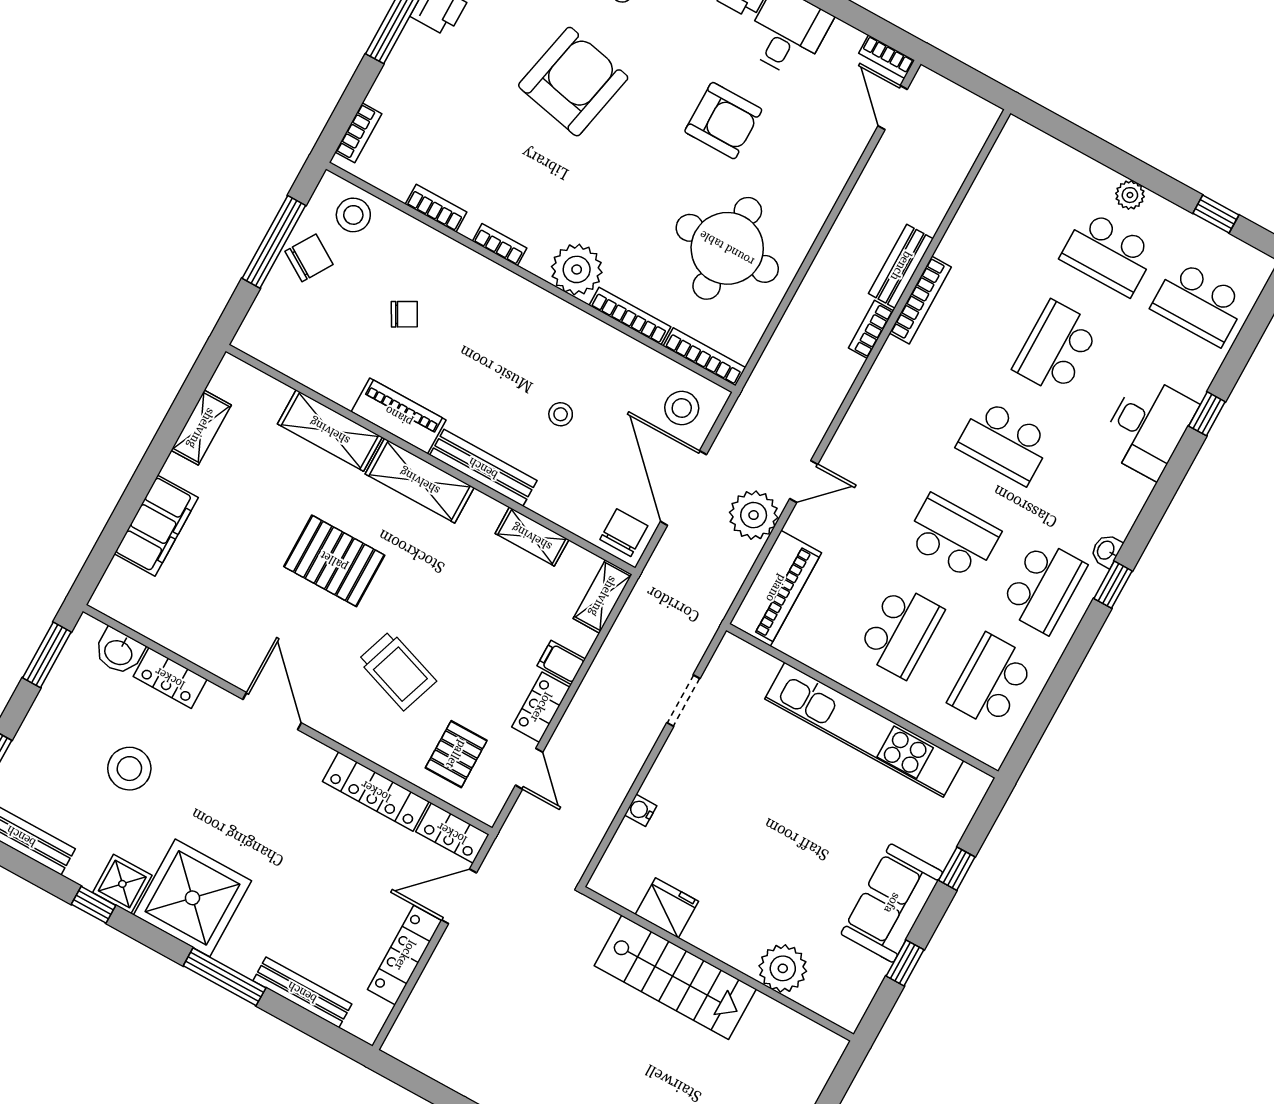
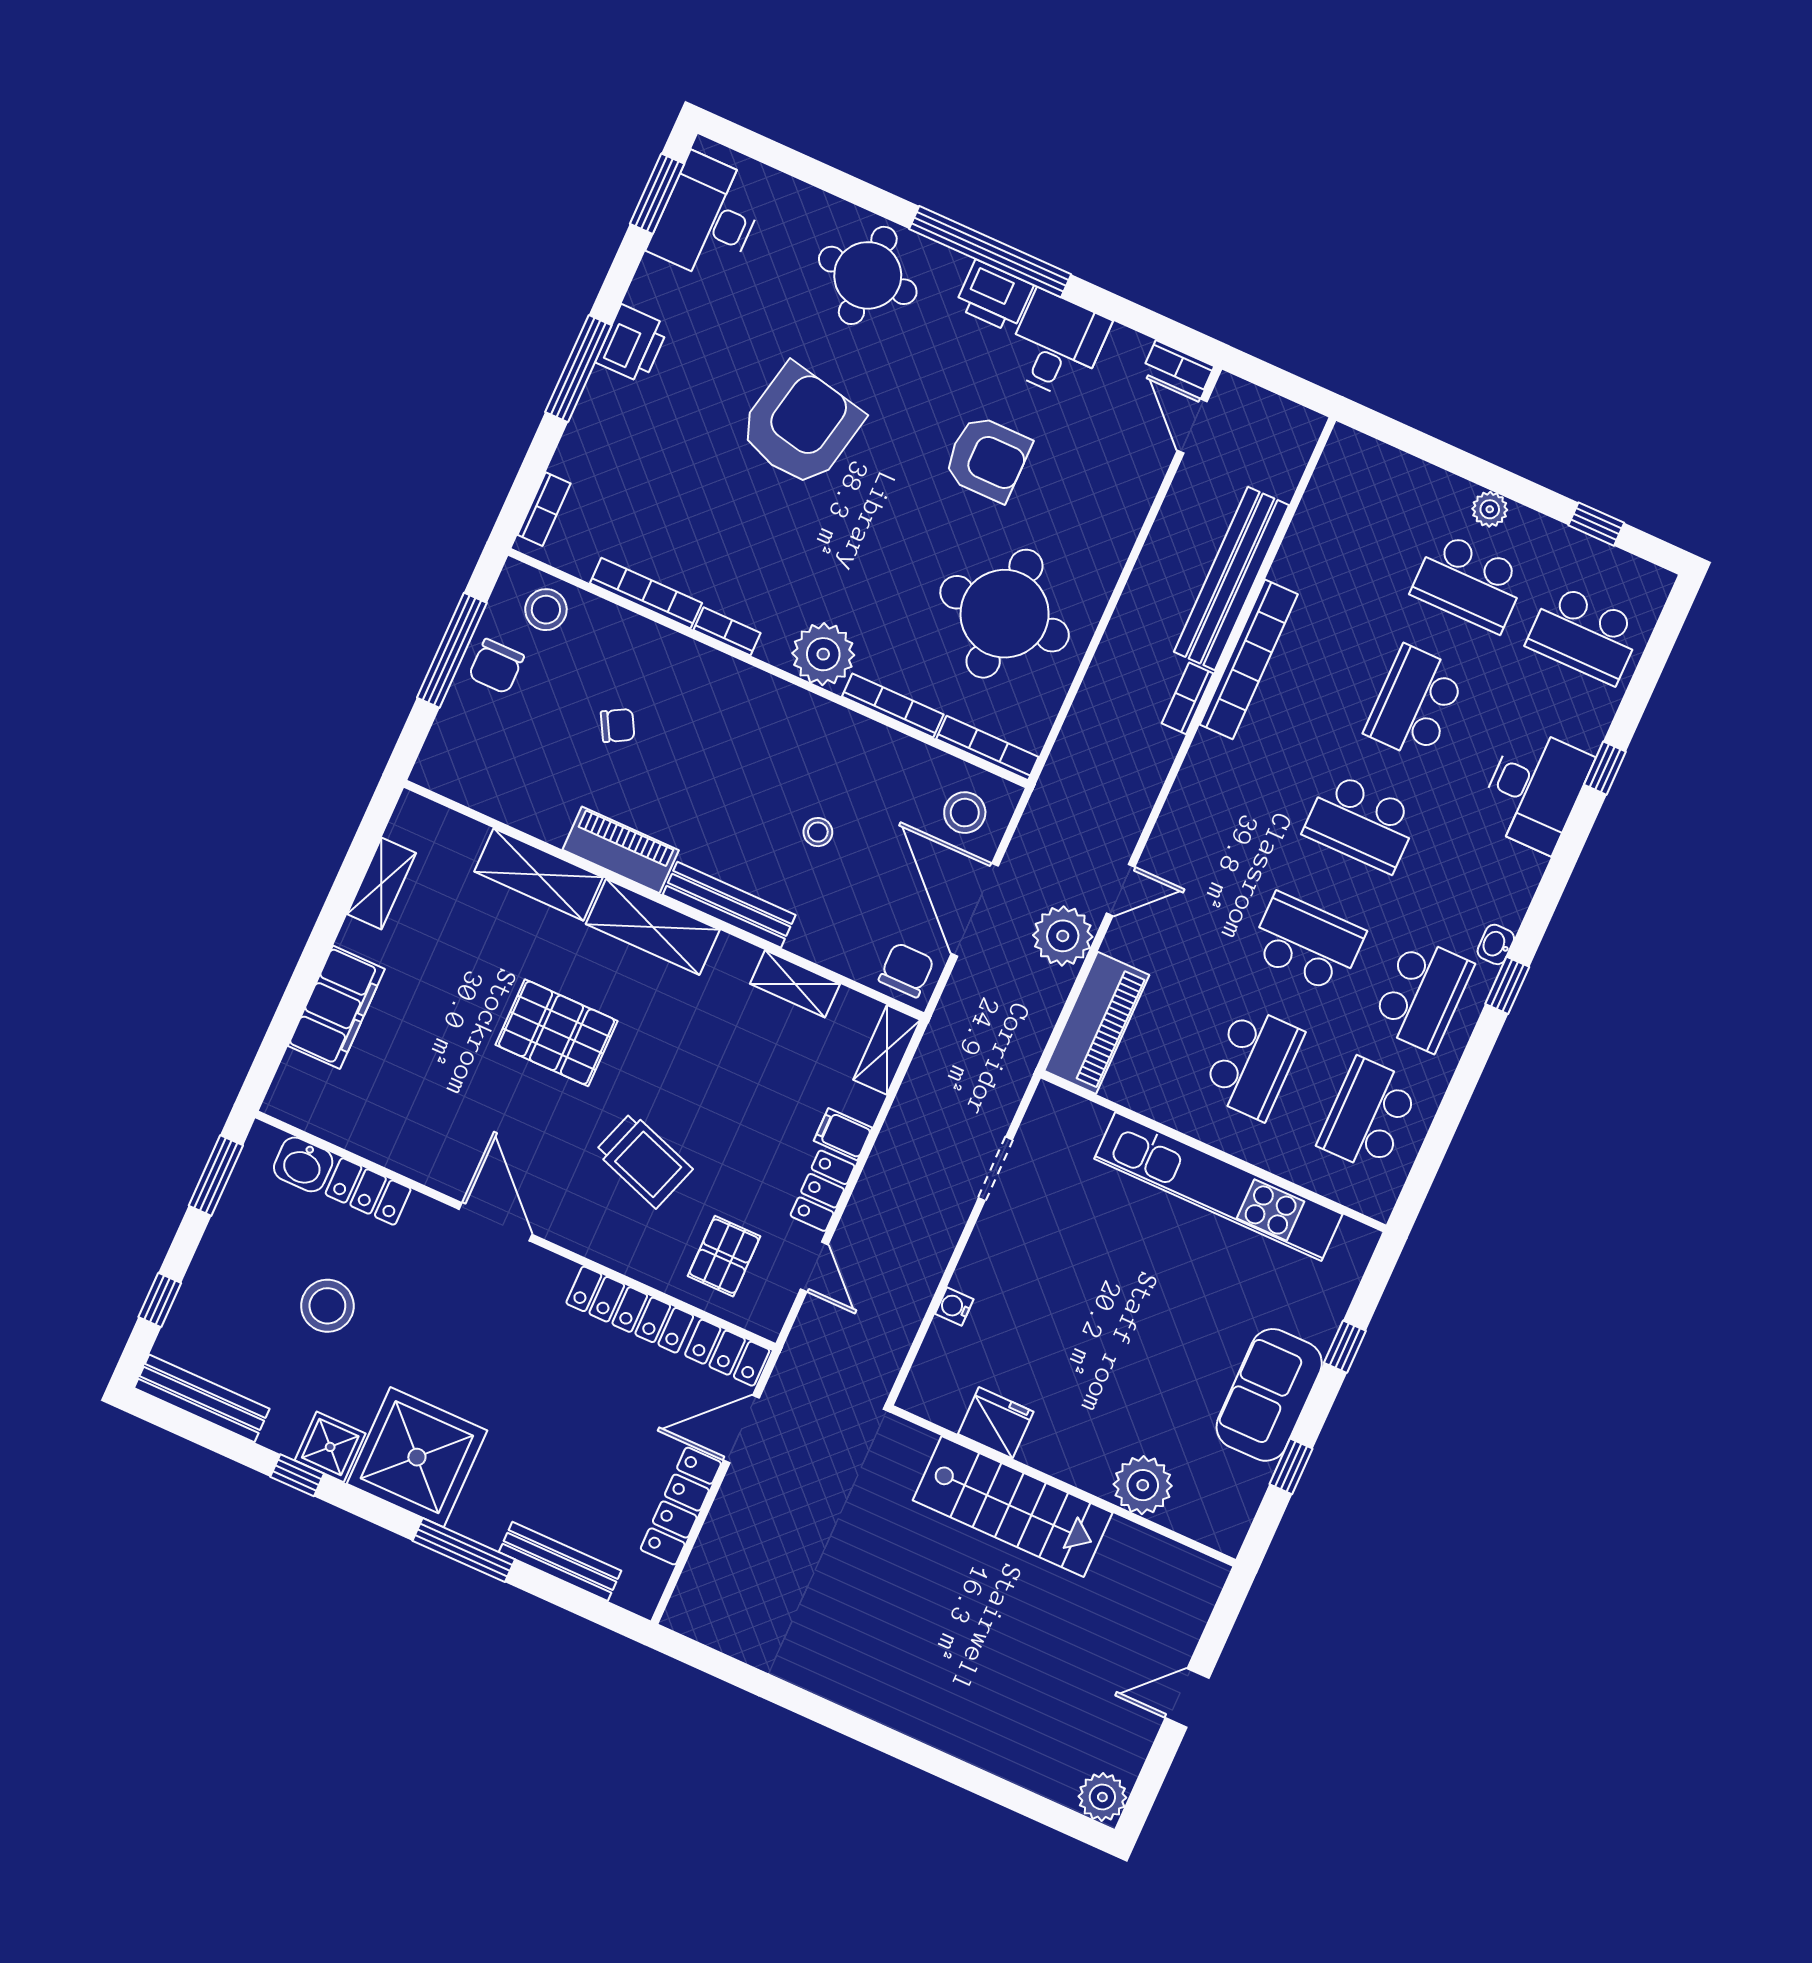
bookcase: (436, 208) -> (646, 593), width x1.56
chair: (309, 258) -> (496, 666), turned 148
bench: (901, 266) -> (1231, 578), width x1.86, depth x1.21
bookcase: (920, 300) -> (1249, 659), width x1.48, depth x1.31

